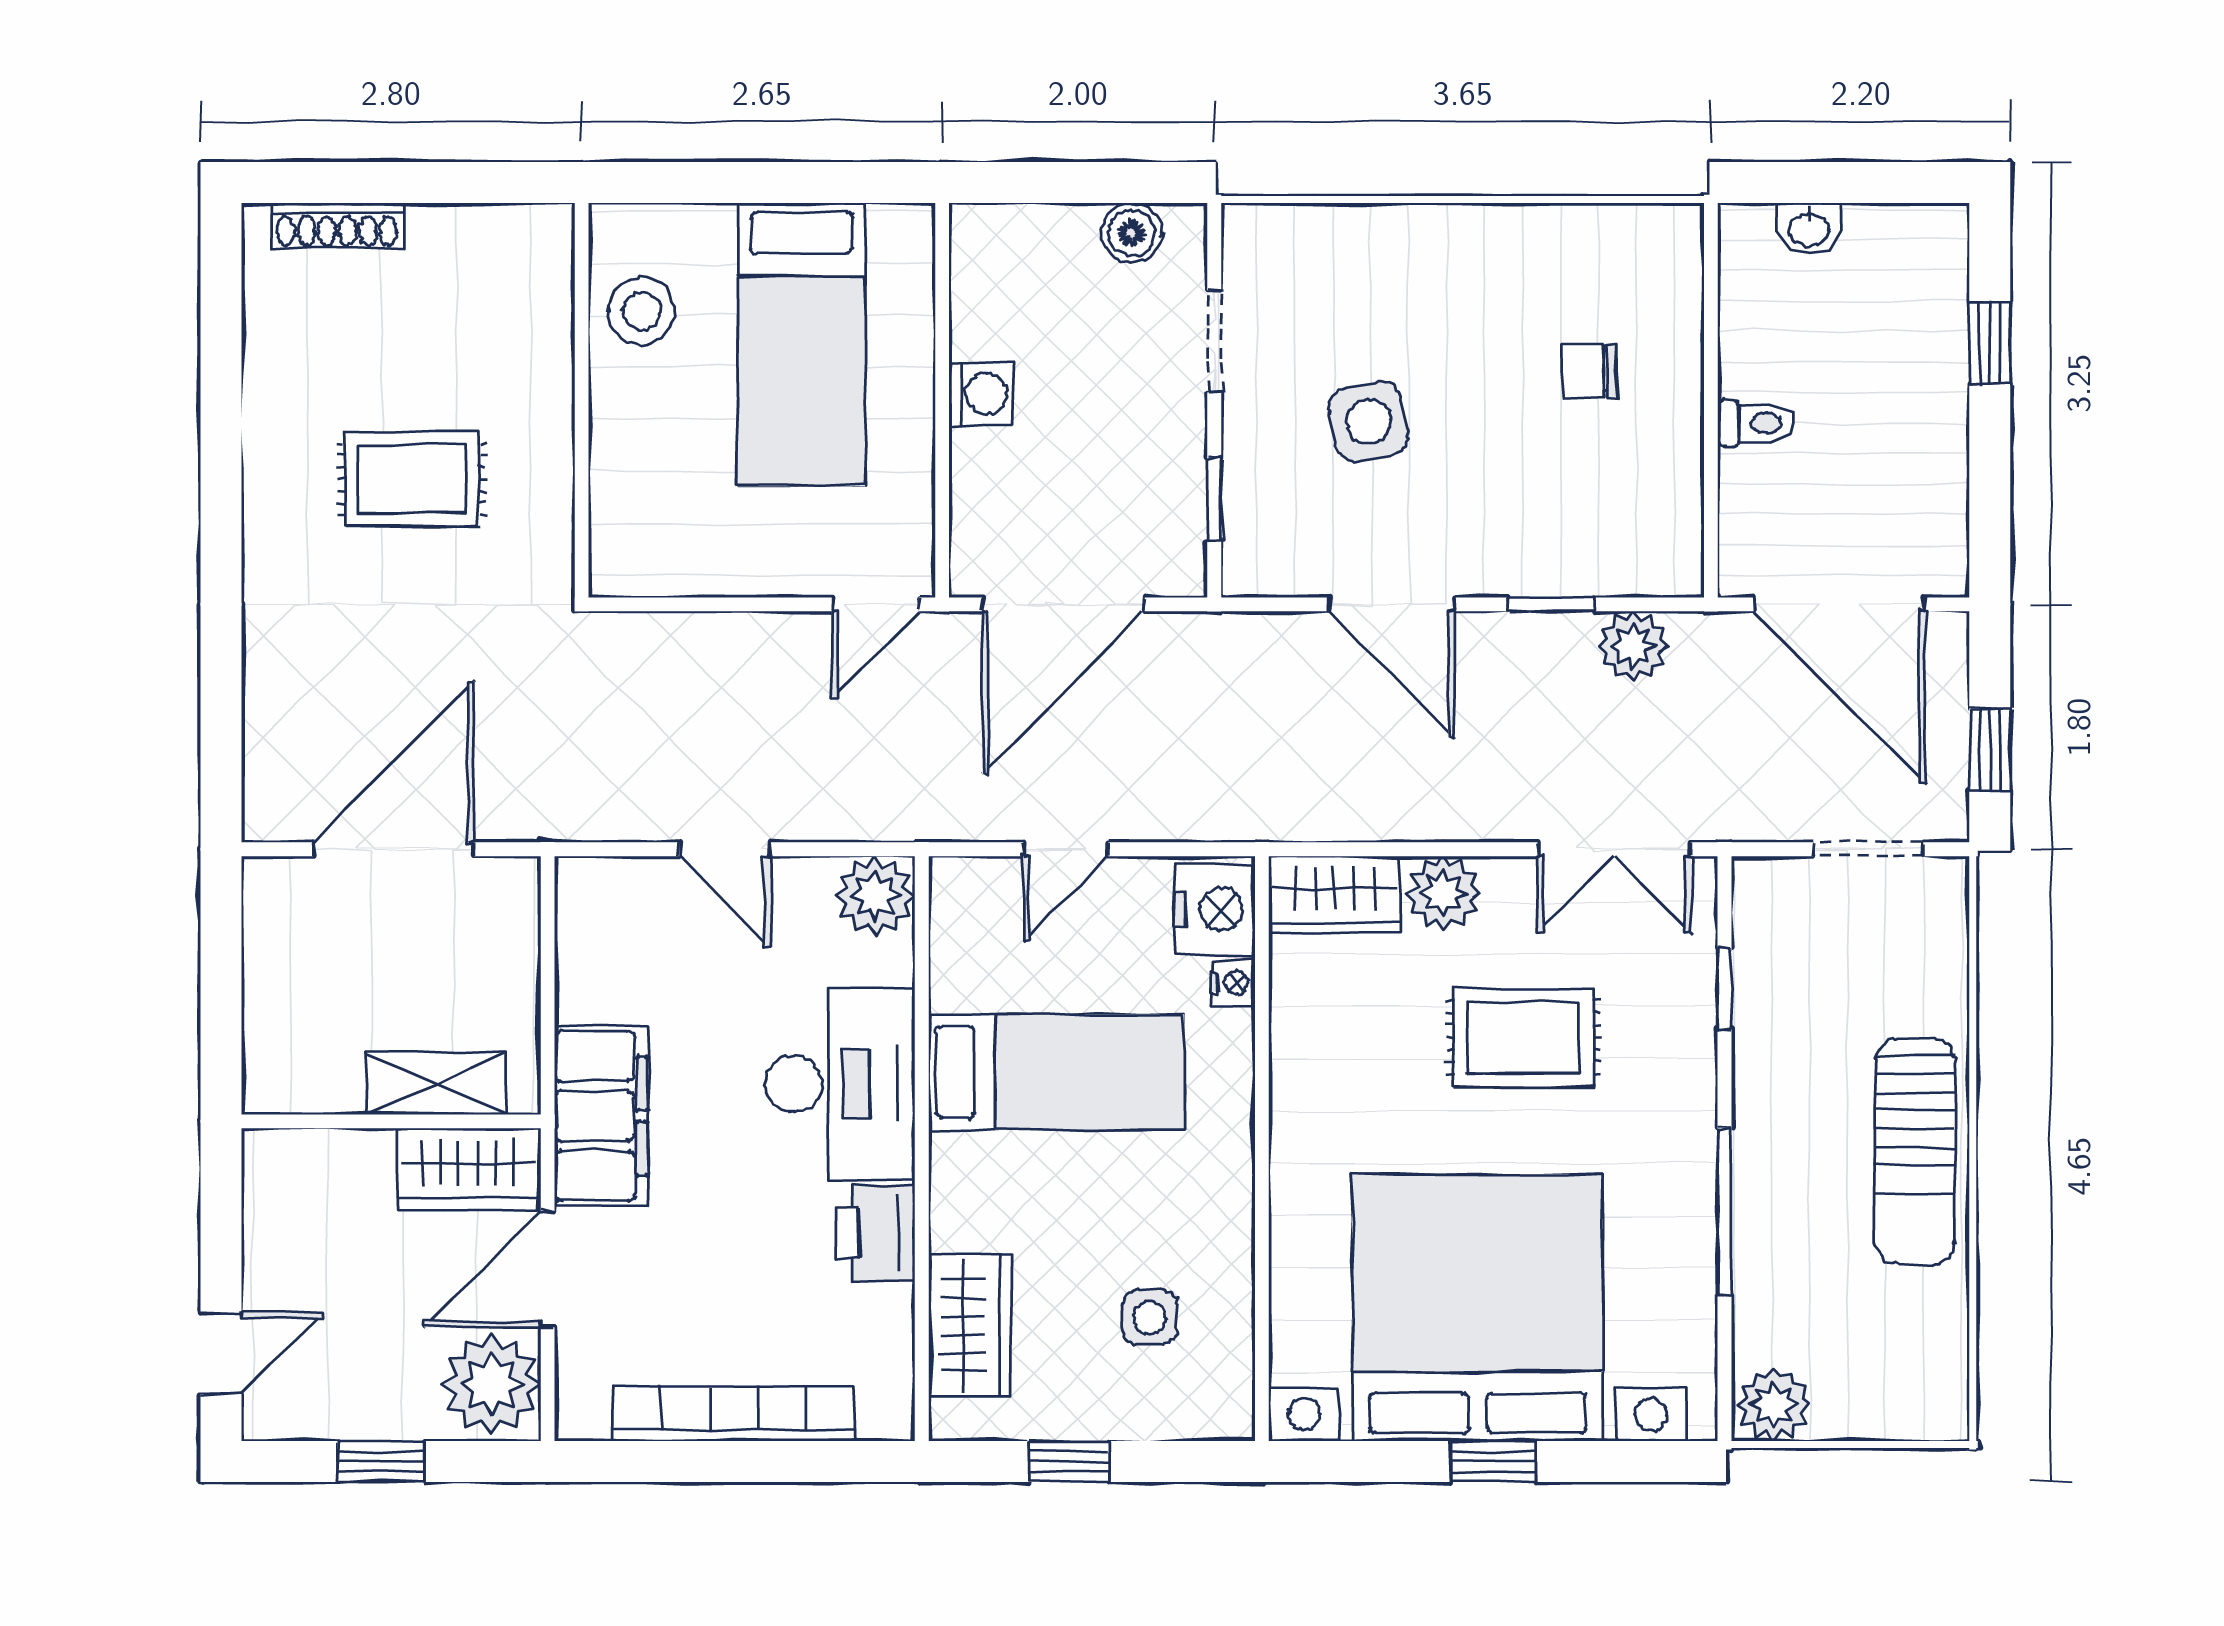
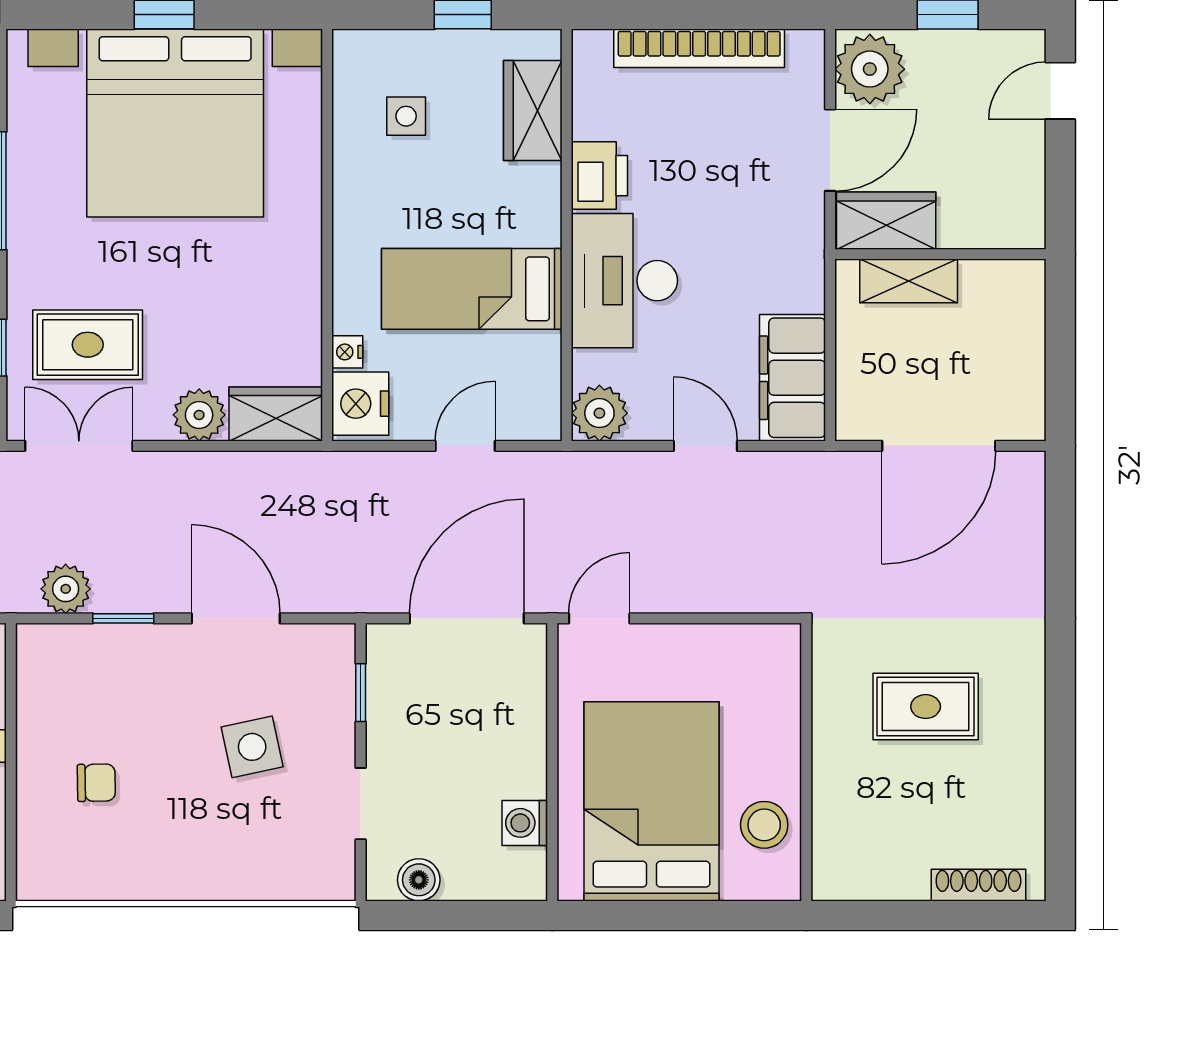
bed: (801, 345) -> (651, 801), width x1.50
washing machine: (981, 394) -> (525, 823), moved
rug: (1523, 1038) -> (88, 345), moved
filing cabinet: (601, 1116) -> (793, 378), moved

